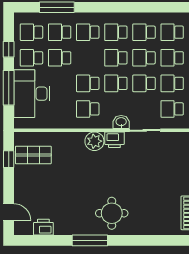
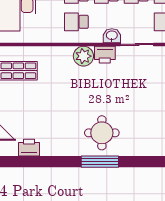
window: (90, 240) -> (100, 162), moved

